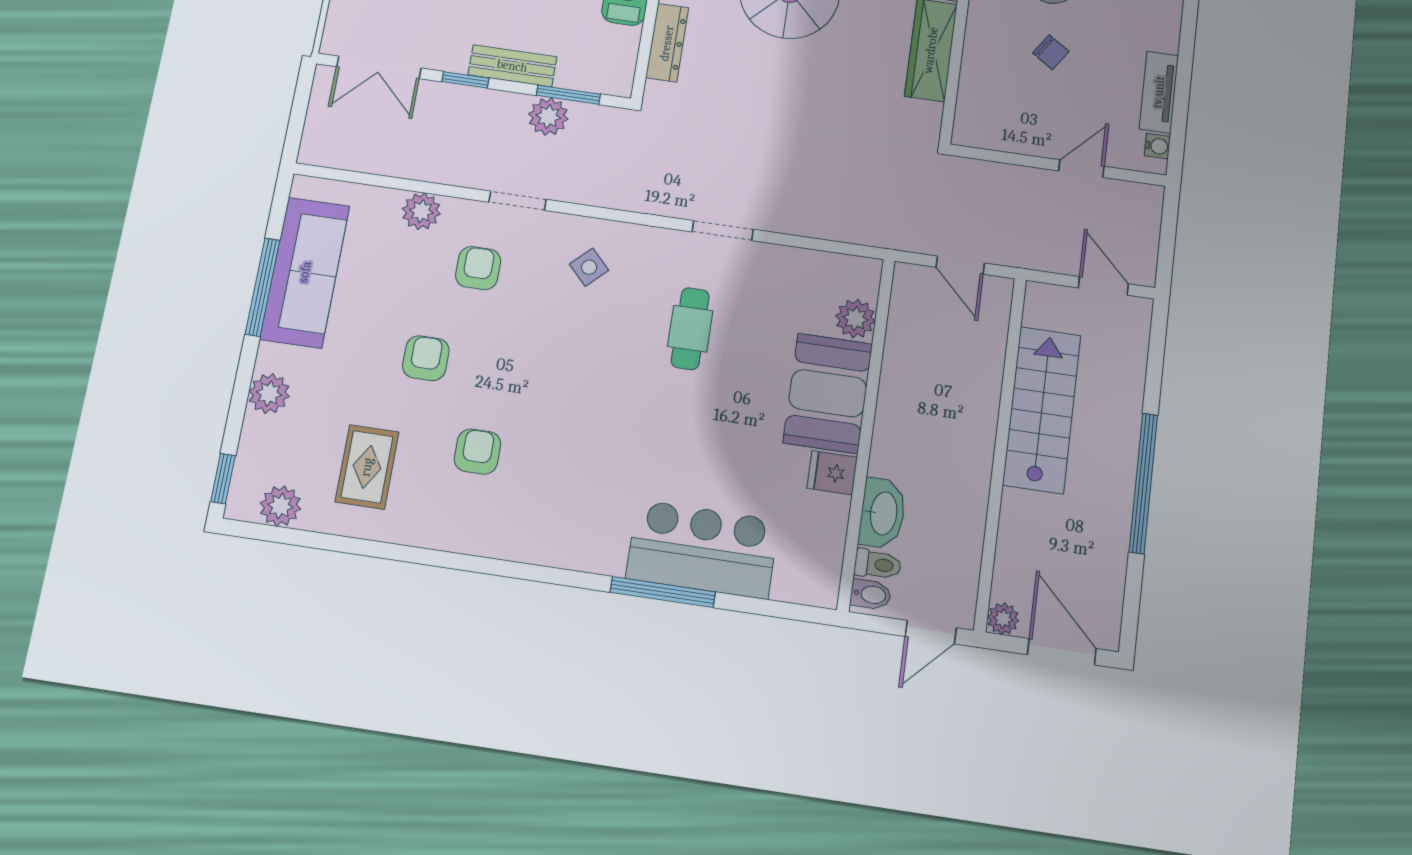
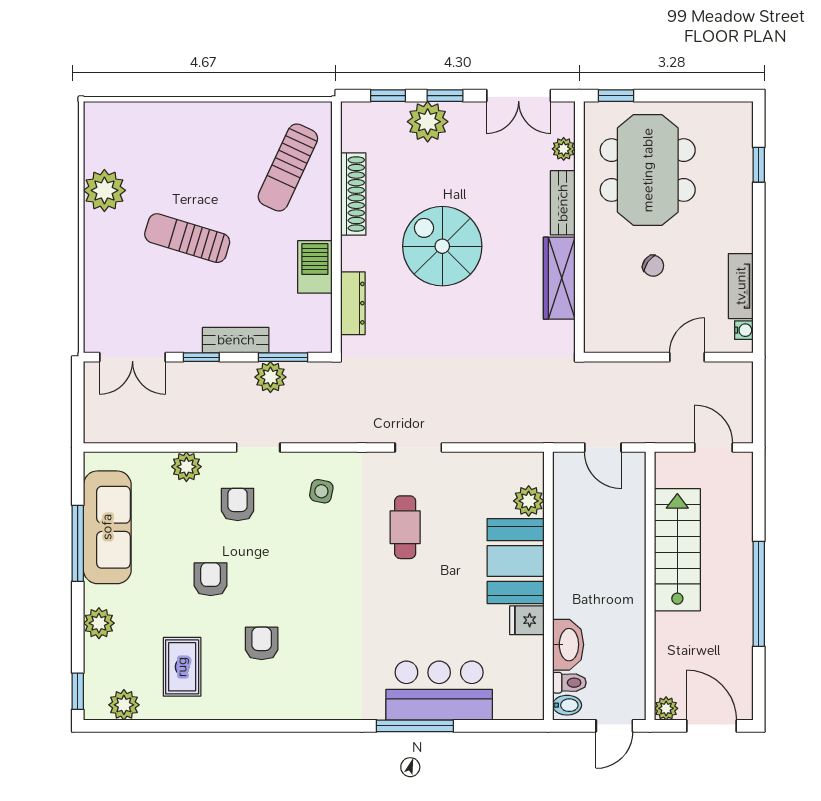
side table: (589, 267) -> (321, 491), turned -35

